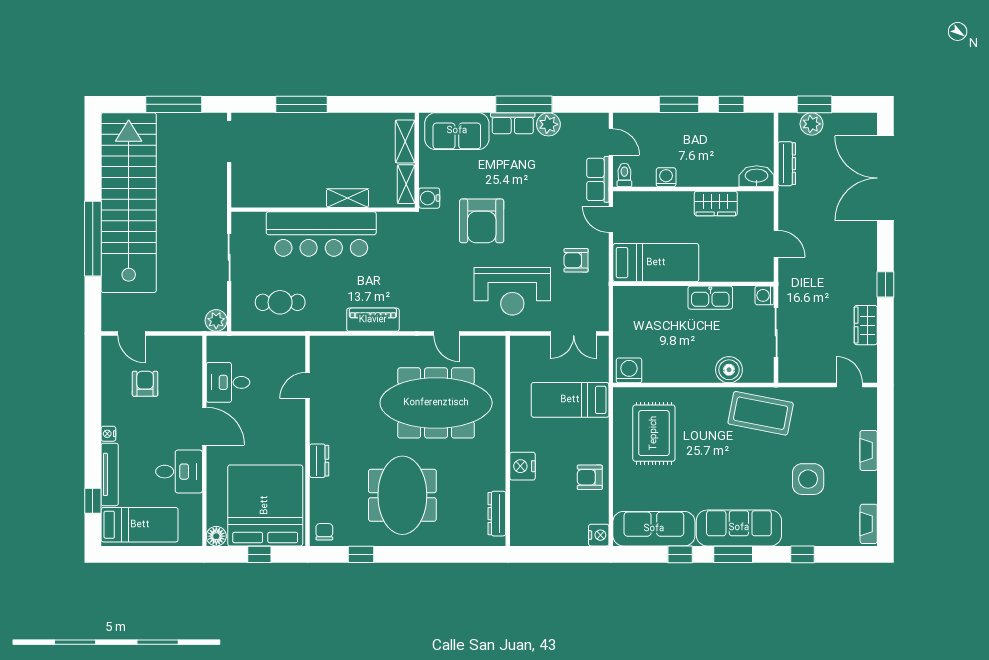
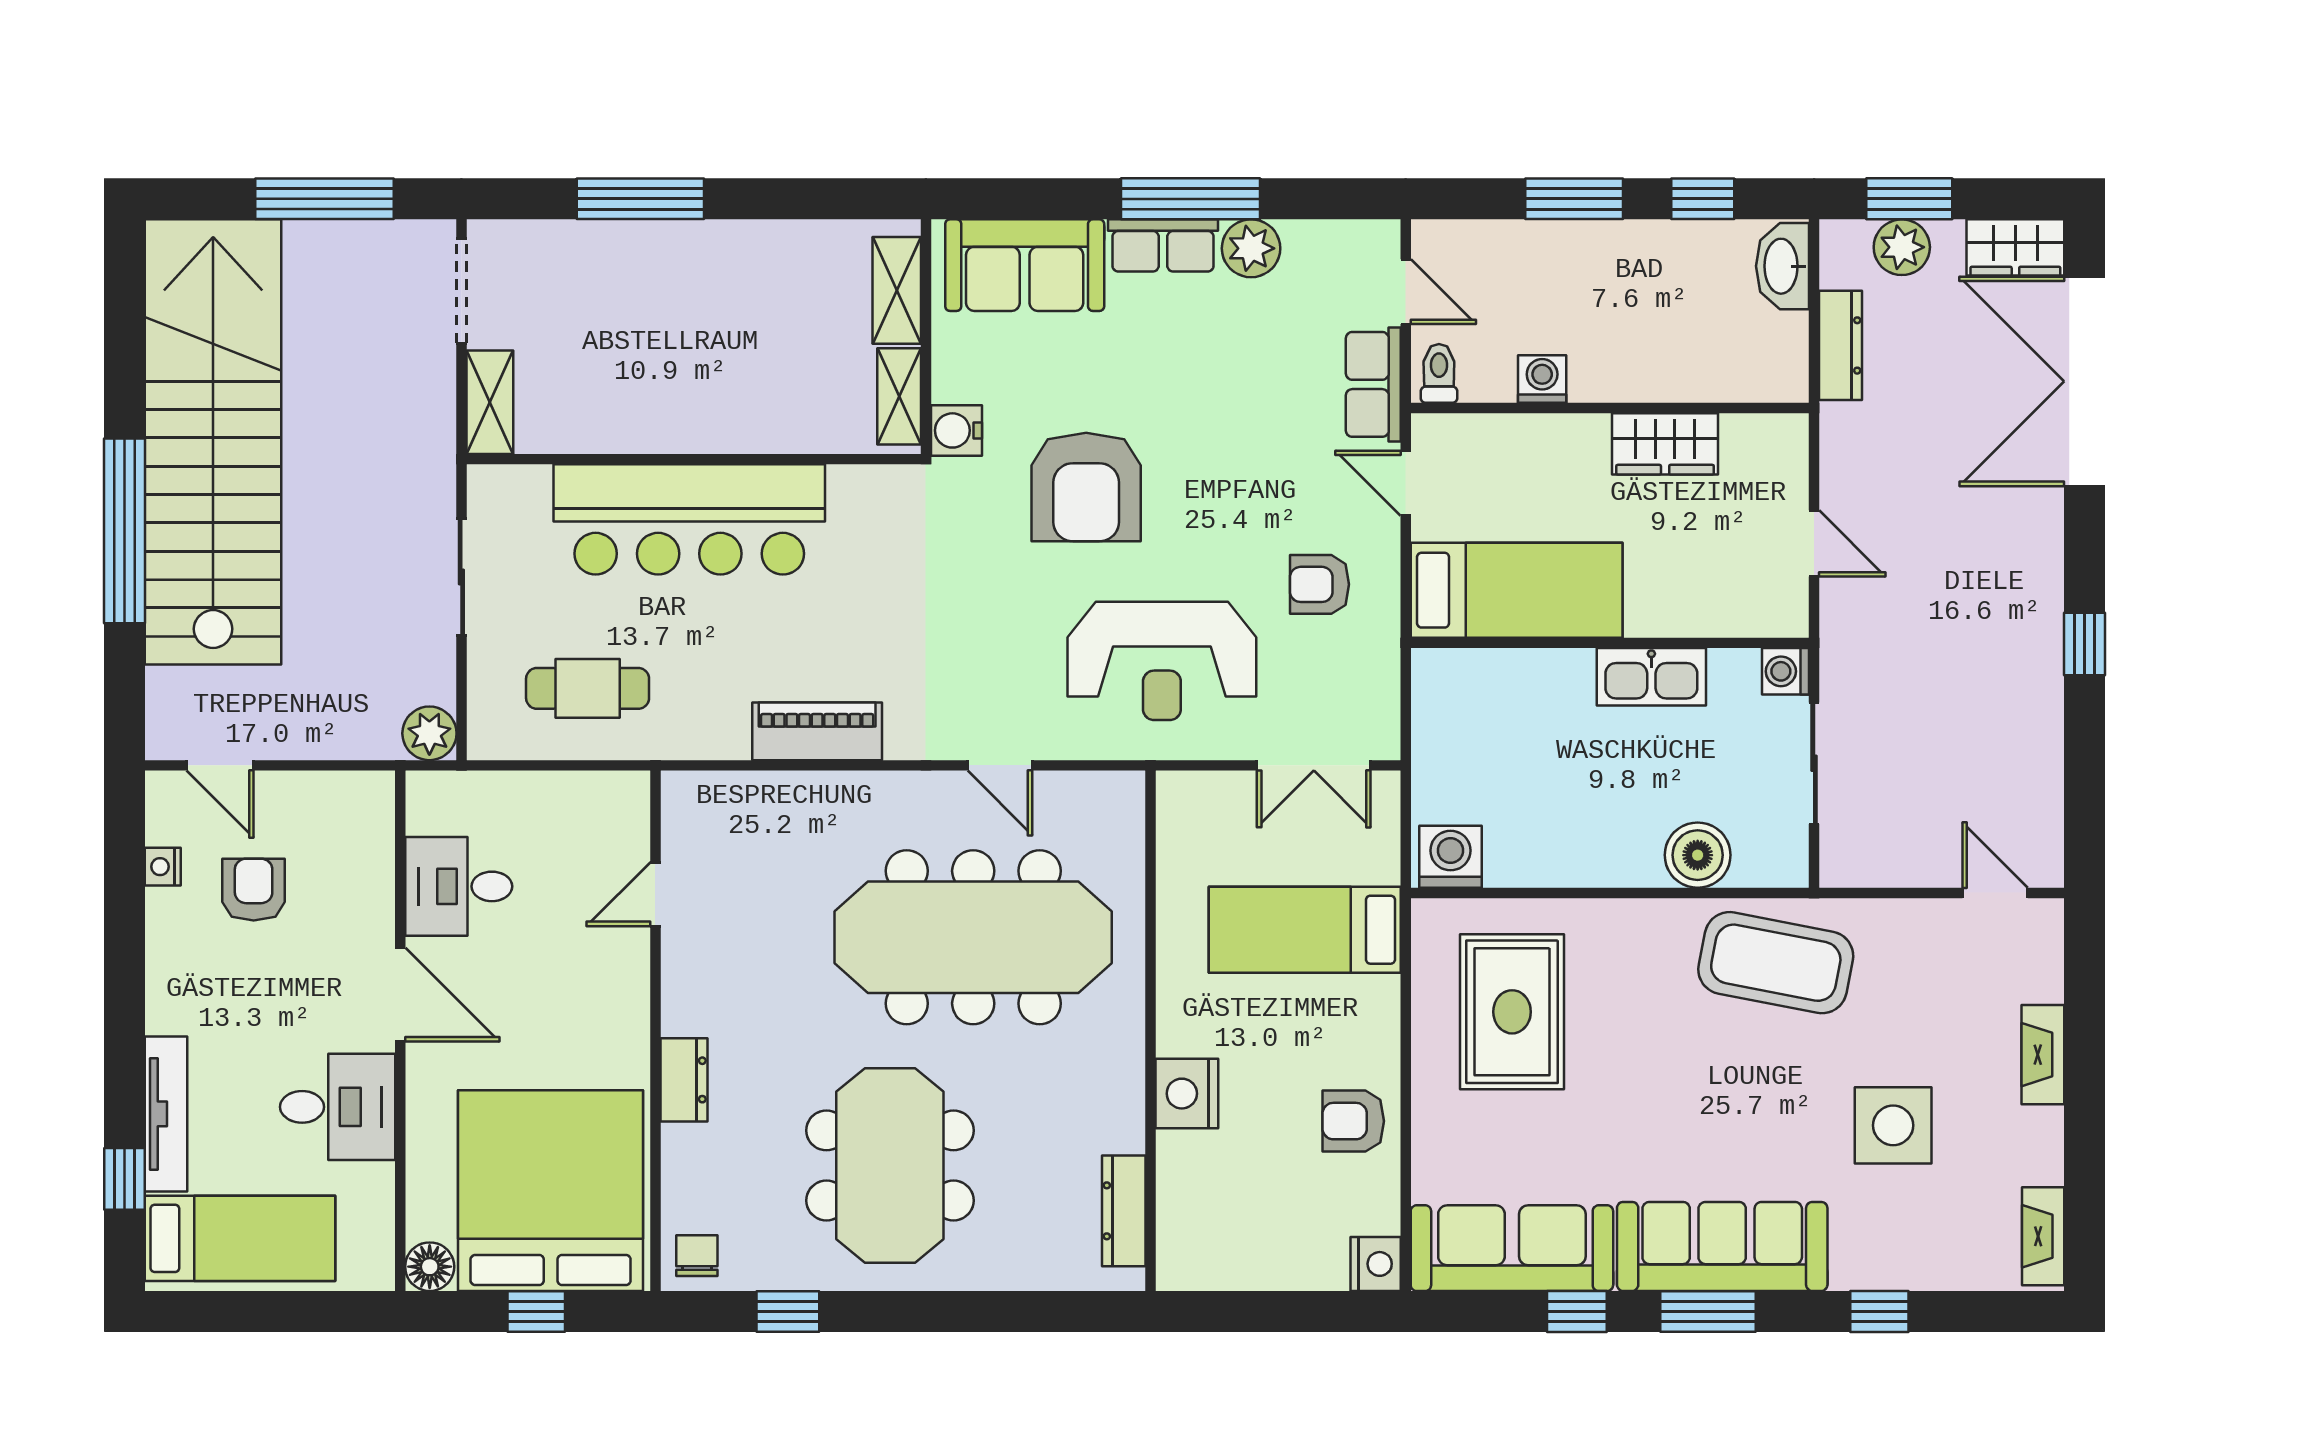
washbasin: (757, 176) -> (1783, 266), moved, turned -90
shelving: (347, 198) -> (490, 402), moved, turned 90
wardrobe: (866, 325) -> (2015, 247), moved, turned -90
nightstand: (108, 434) -> (163, 867), moved

